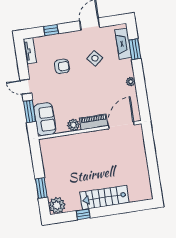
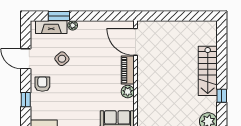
armchair: (62, 66) -> (42, 84), moved
plant: (131, 82) -> (73, 25), moved

